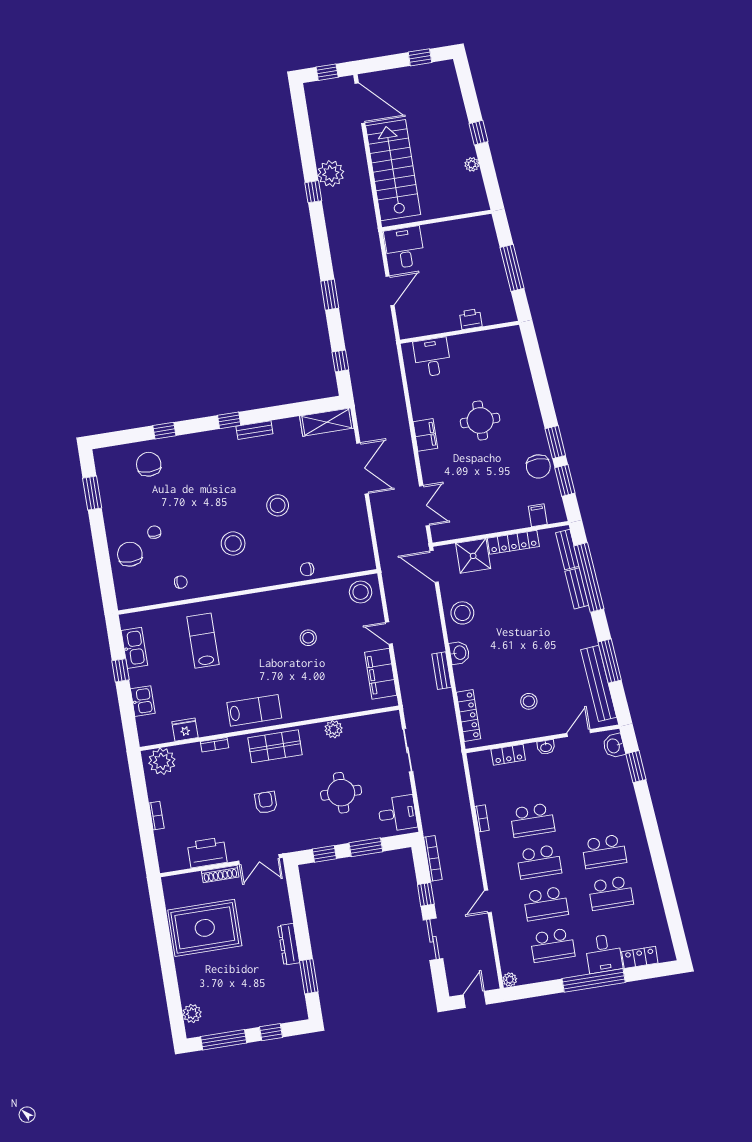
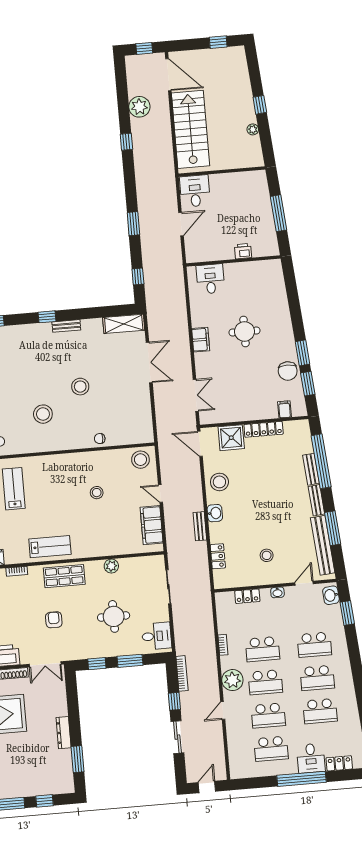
plant: (331, 174) -> (139, 107), moved
bench: (567, 549) -> (316, 500), moved
locker: (469, 716) -> (218, 556), width x0.66
school desk: (597, 810) -> (314, 645), added
plant: (510, 980) -> (232, 680), moved, width x1.87, depth x1.87

